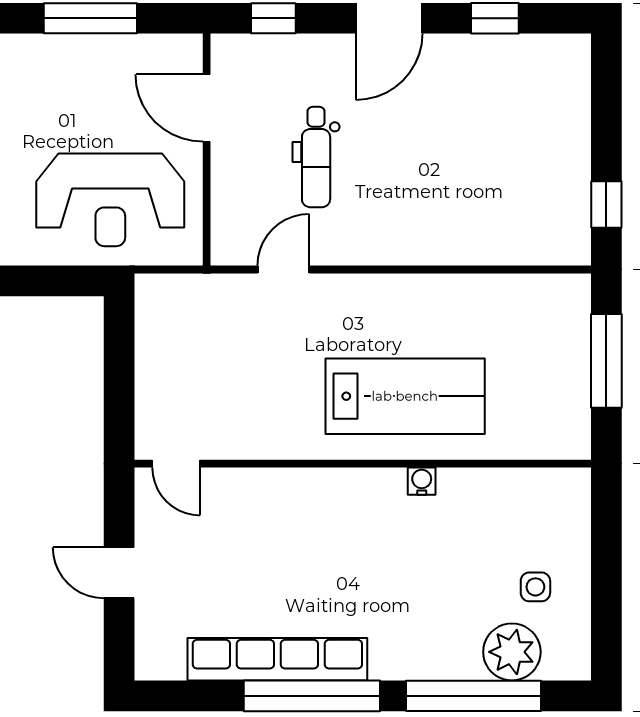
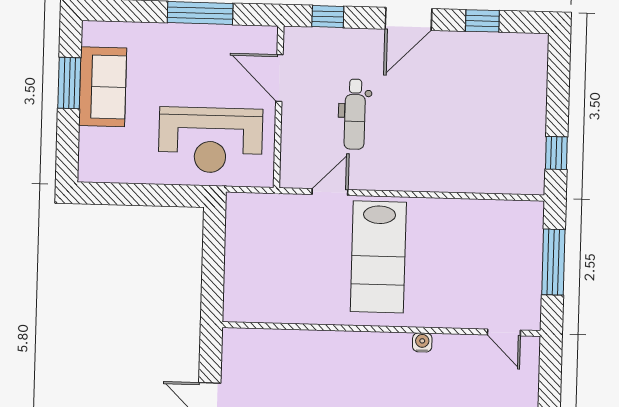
lab bench: (405, 396) -> (378, 257), moved, turned 90
door: (176, 464) -> (504, 332), moved

